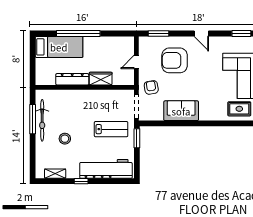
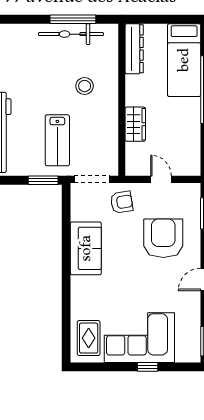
dresser: (72, 79) -> (134, 49), moved
stool: (65, 139) -> (85, 86), moved

